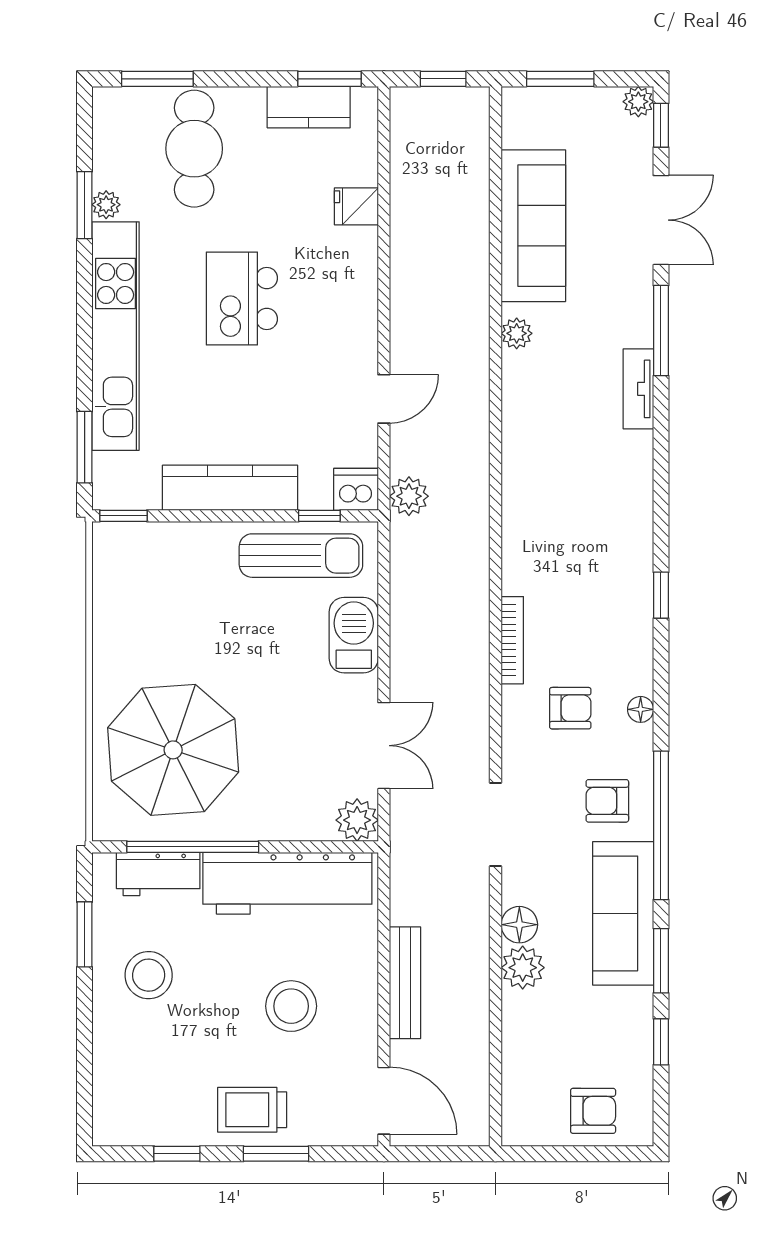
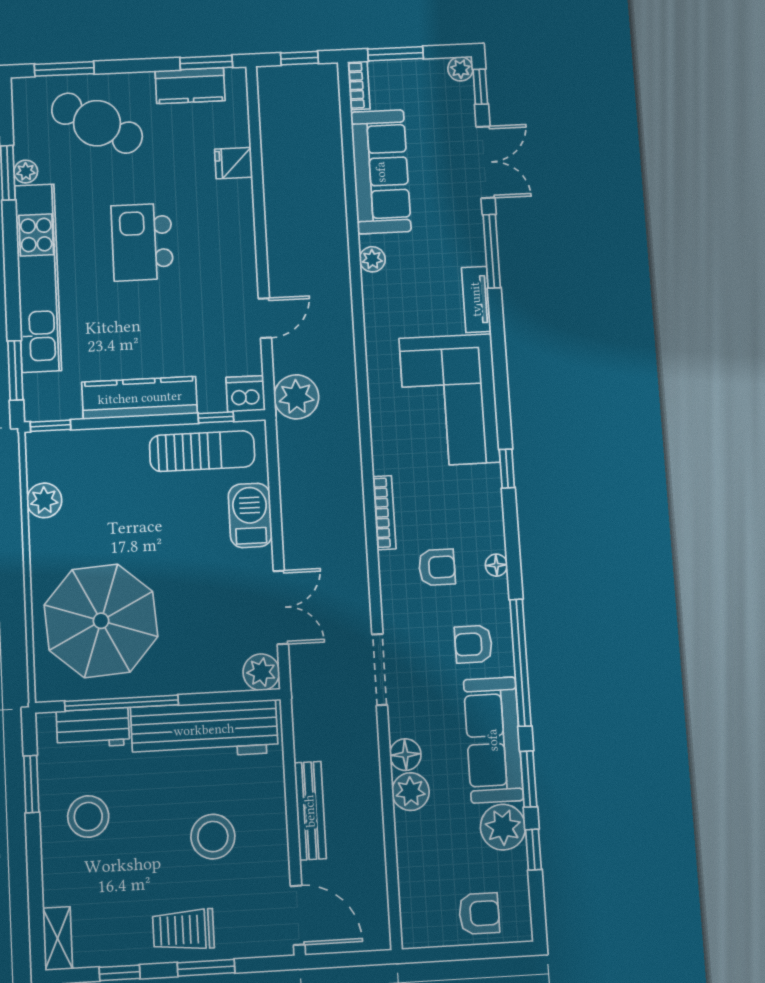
bookcase: (513, 117) -> (359, 85), added
cafe table: (194, 149) -> (97, 123), turned -61
plant: (409, 496) -> (296, 397), width x1.36, depth x1.36
corner sofa: (598, 510) -> (449, 400), added
plant: (112, 605) -> (44, 500), added
plant: (627, 1014) -> (503, 827), added
shelving: (108, 1111) -> (58, 938), added

